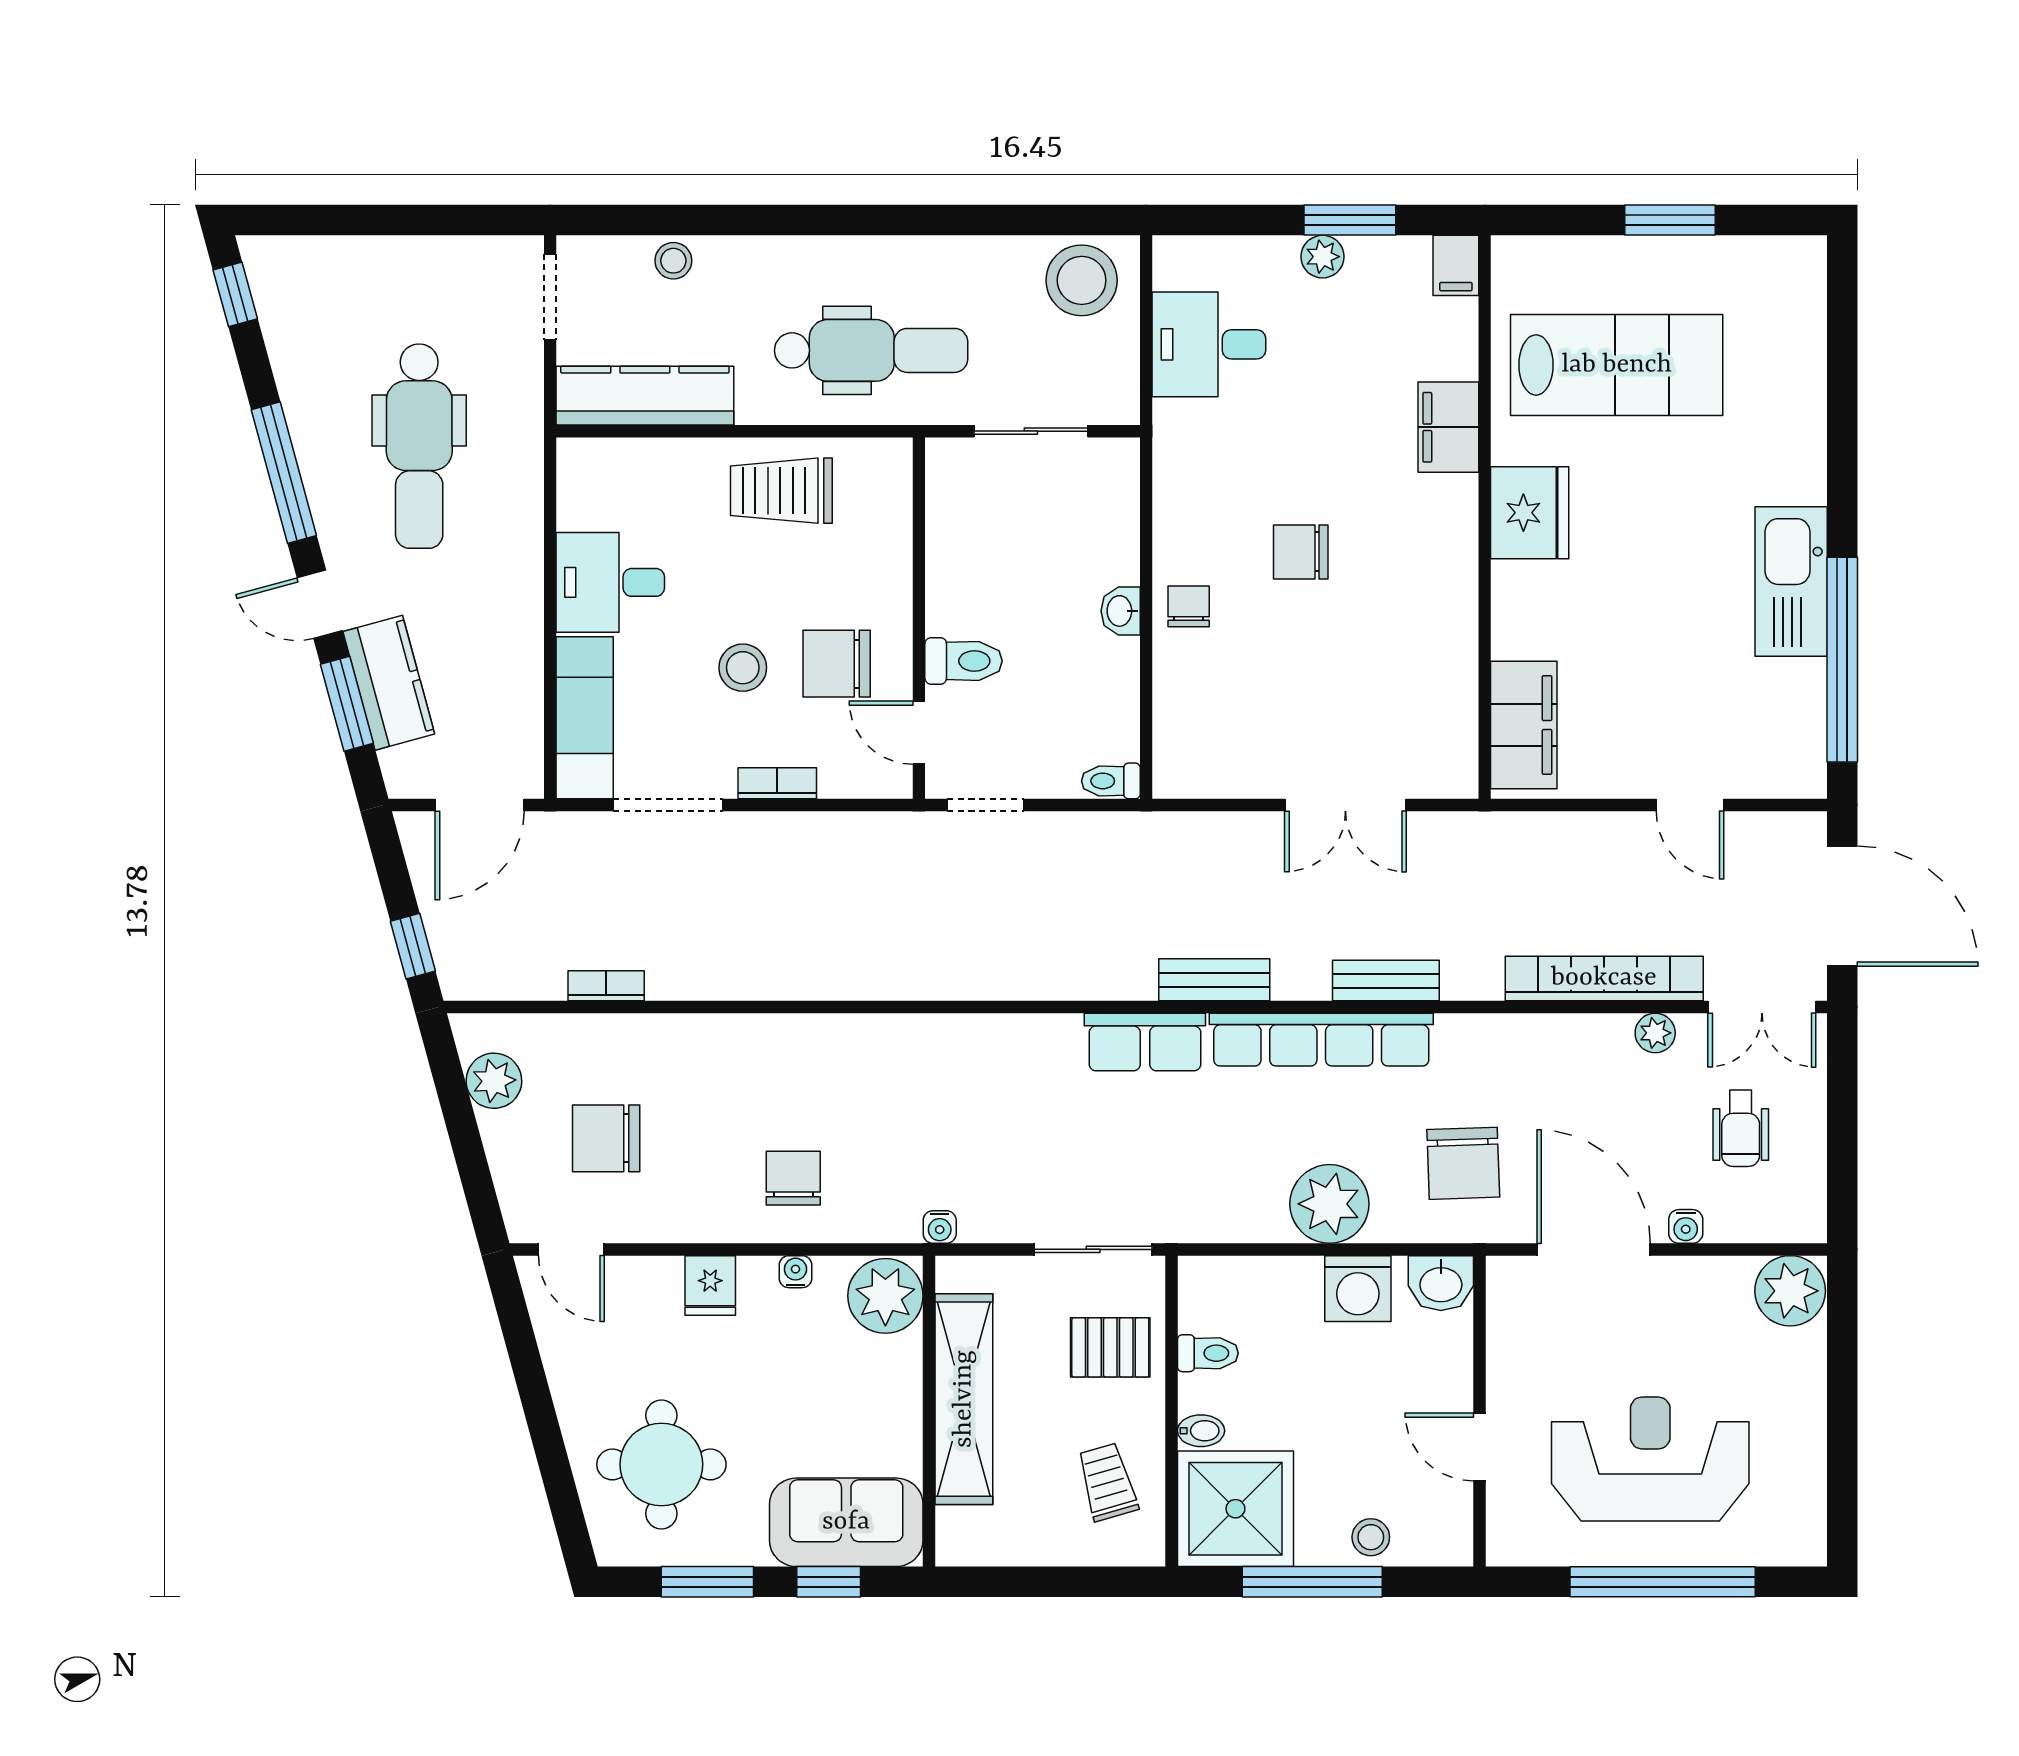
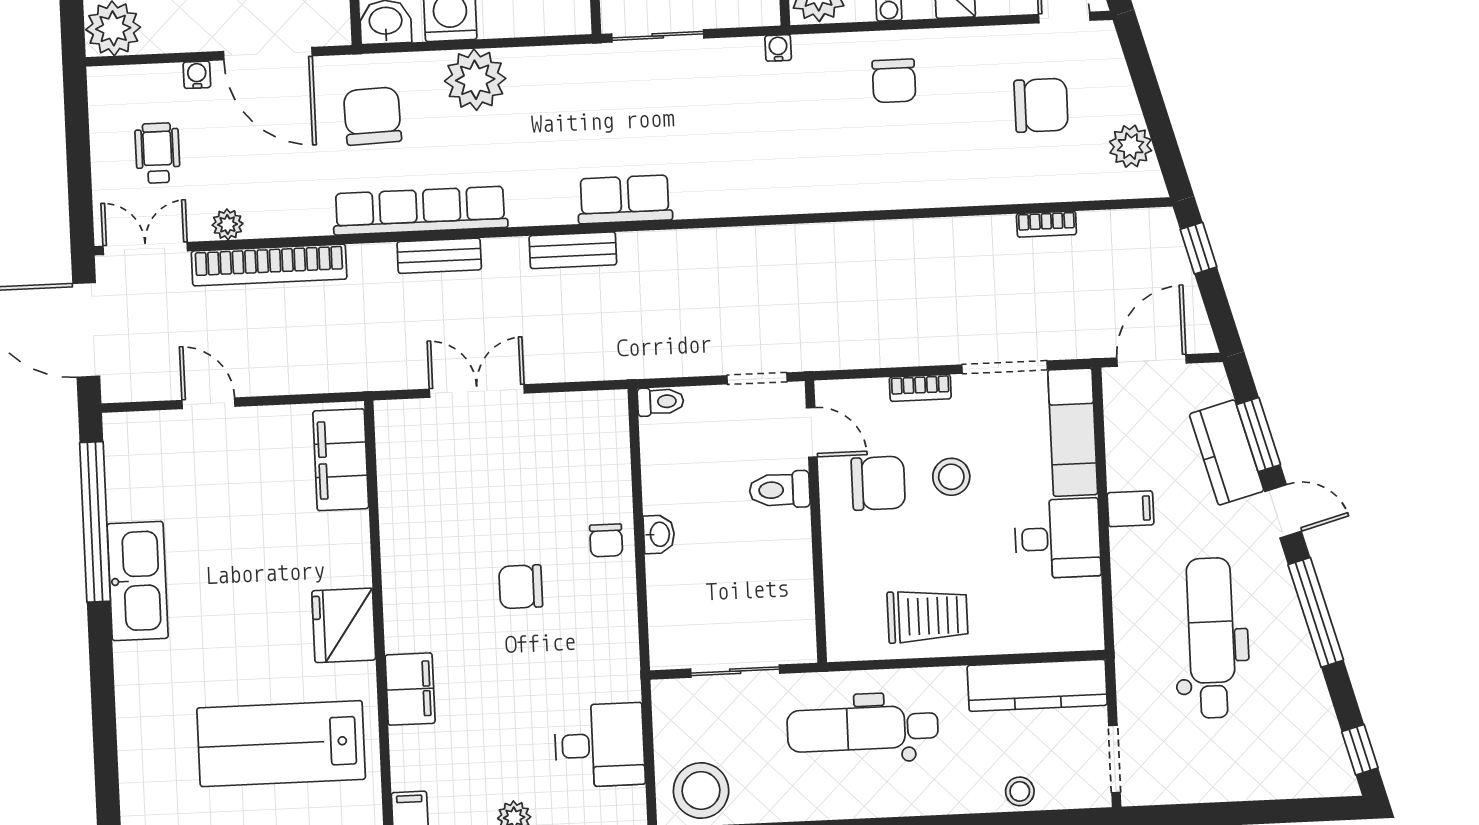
chair: (1301, 552) -> (521, 587), turned 180
filing cabinet: (515, 616) -> (1131, 509), added
row of seats: (1321, 1040) -> (420, 211), moved

